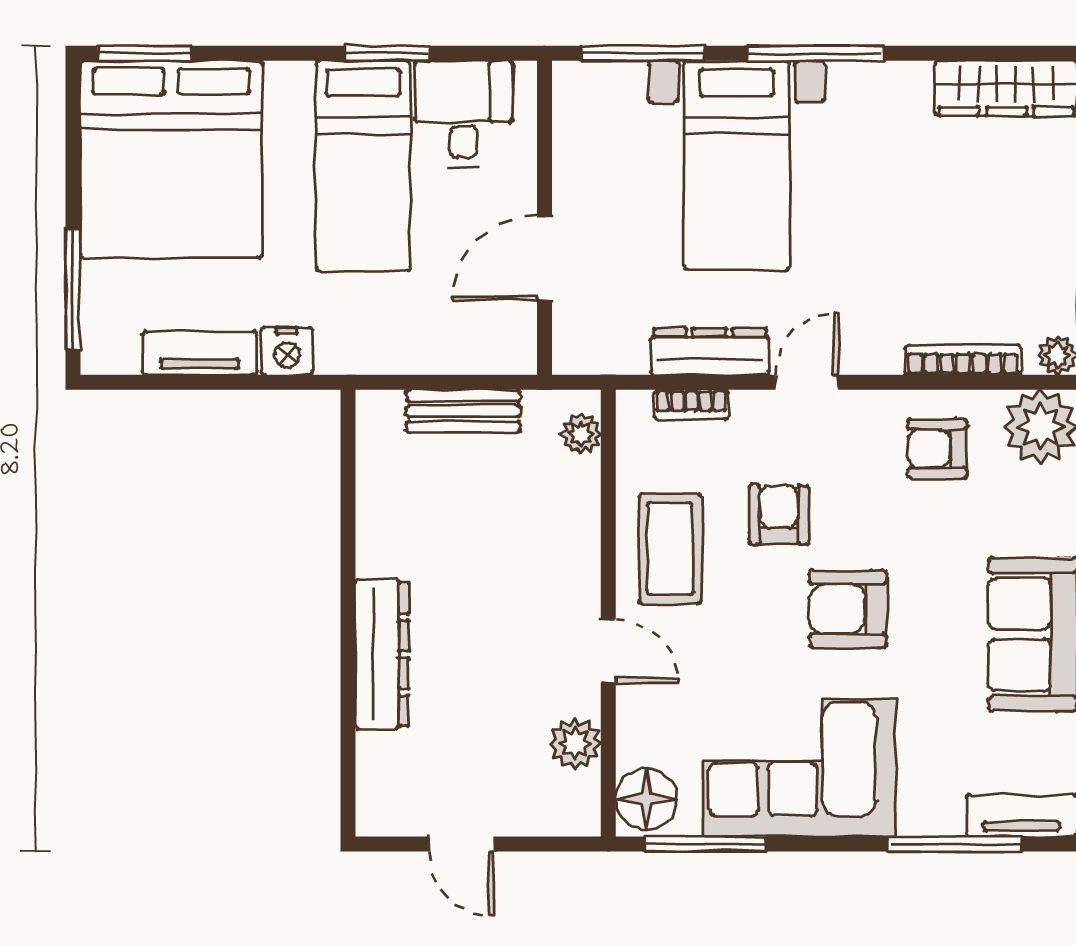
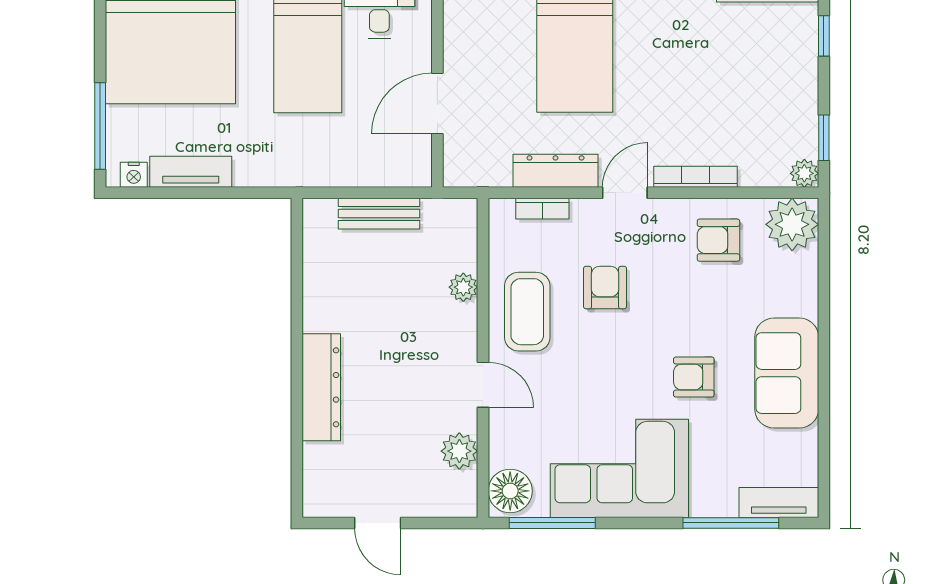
nightstand: (287, 351) -> (134, 175), moved, width x0.72, depth x0.74
bookcase: (963, 360) -> (696, 177), moved
plant: (581, 434) -> (463, 287), moved
armchair: (848, 609) -> (694, 377), moved, width x0.72, depth x0.72

